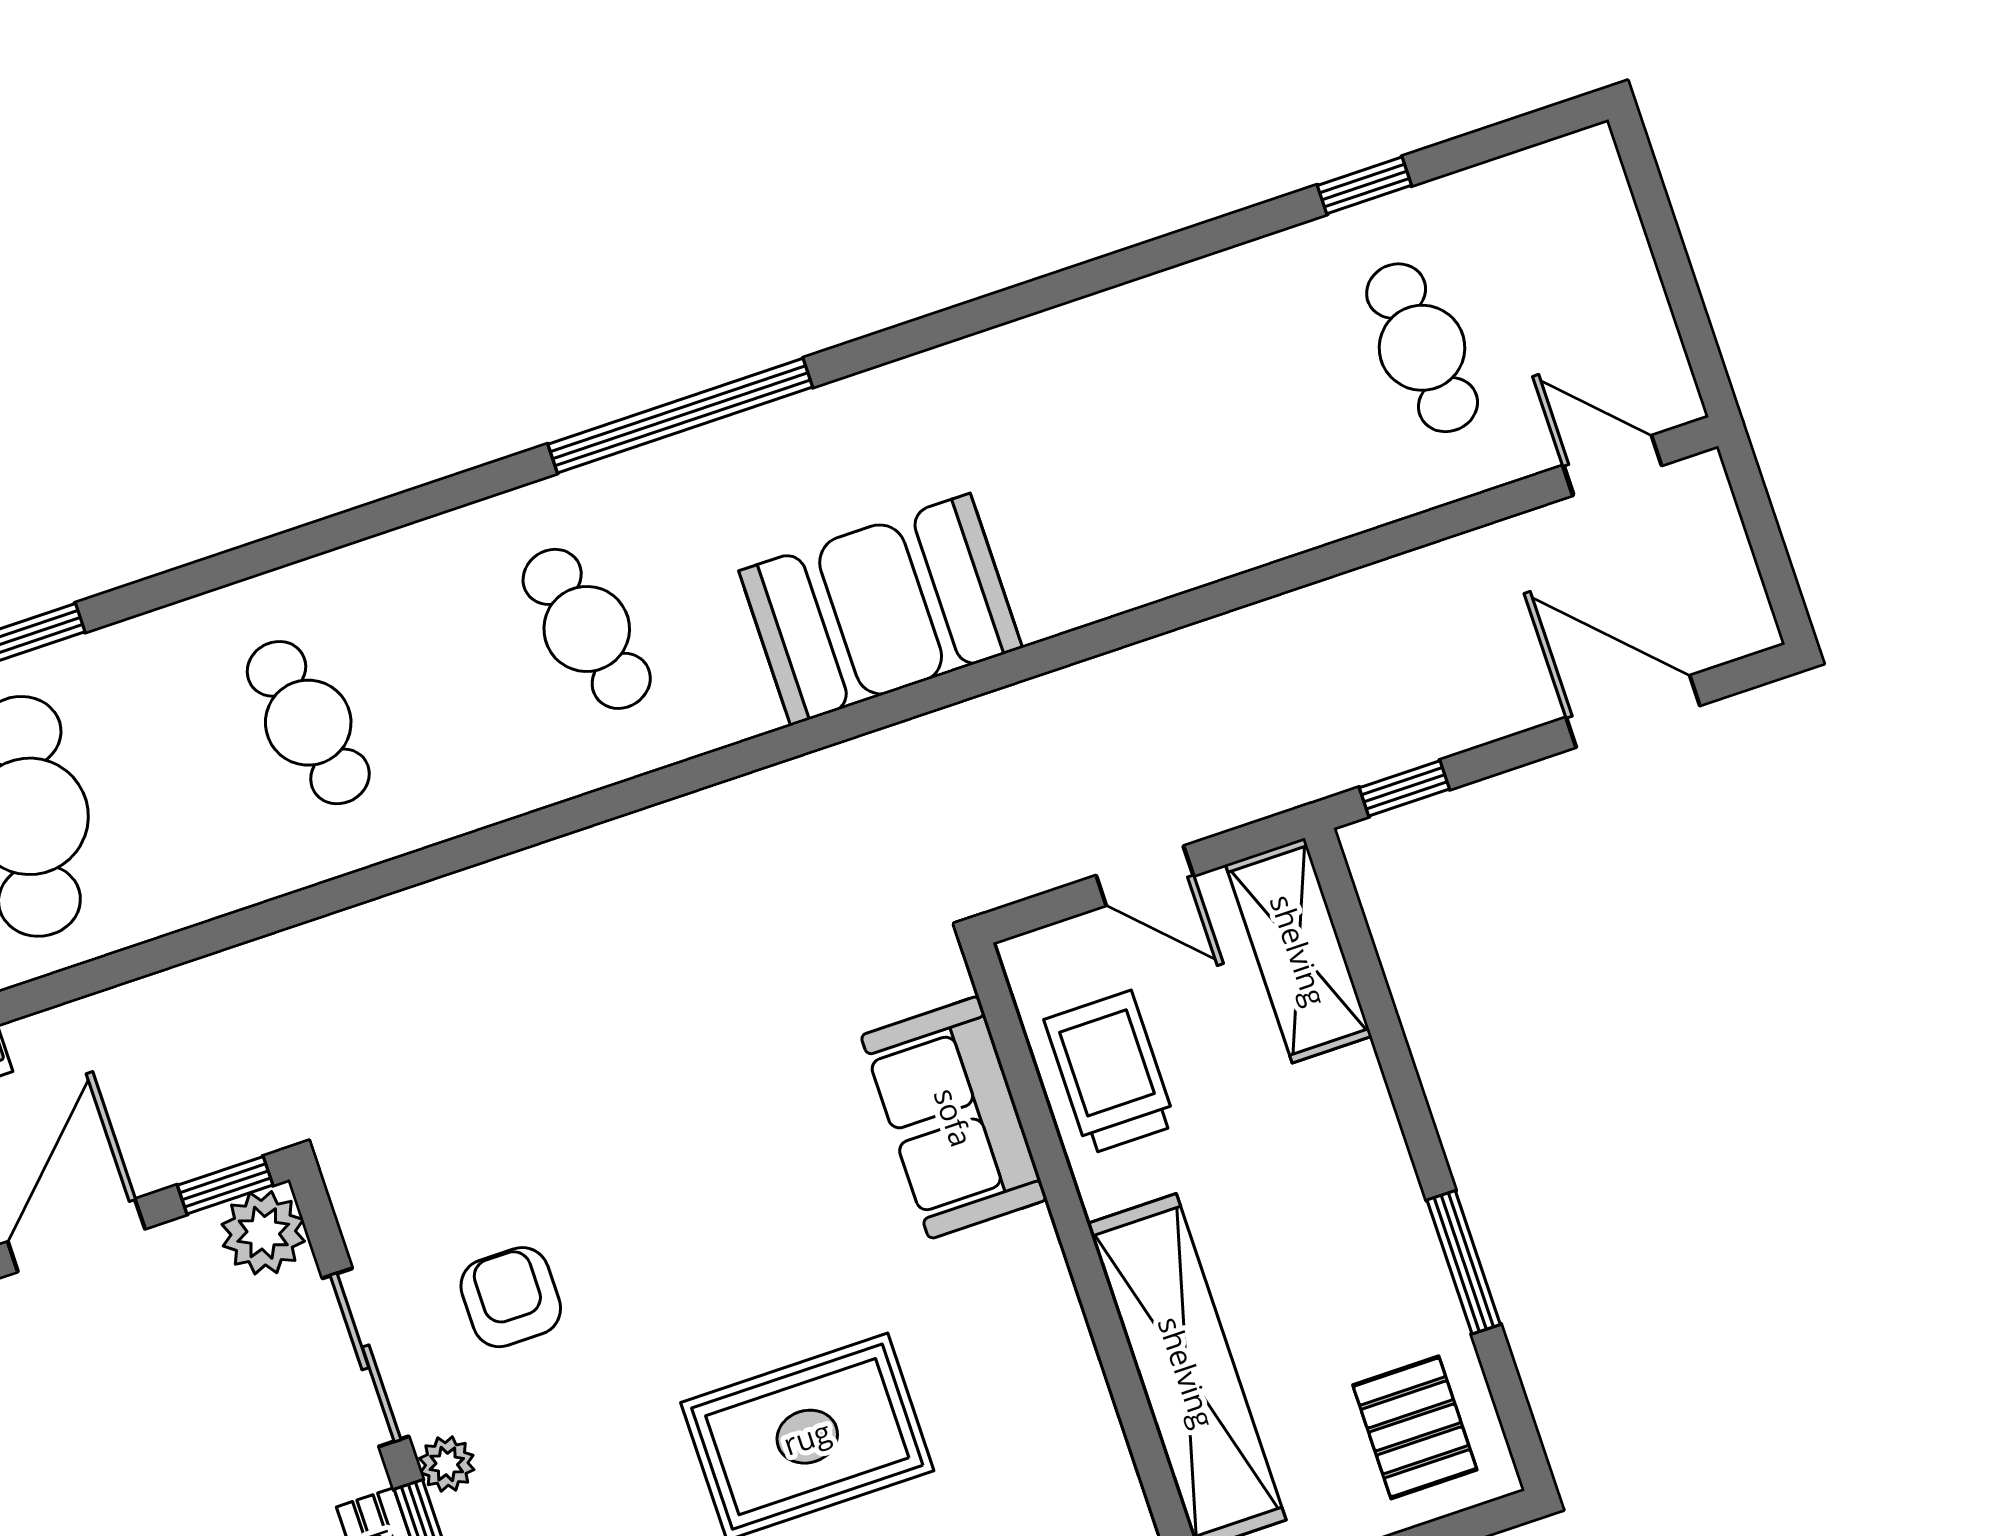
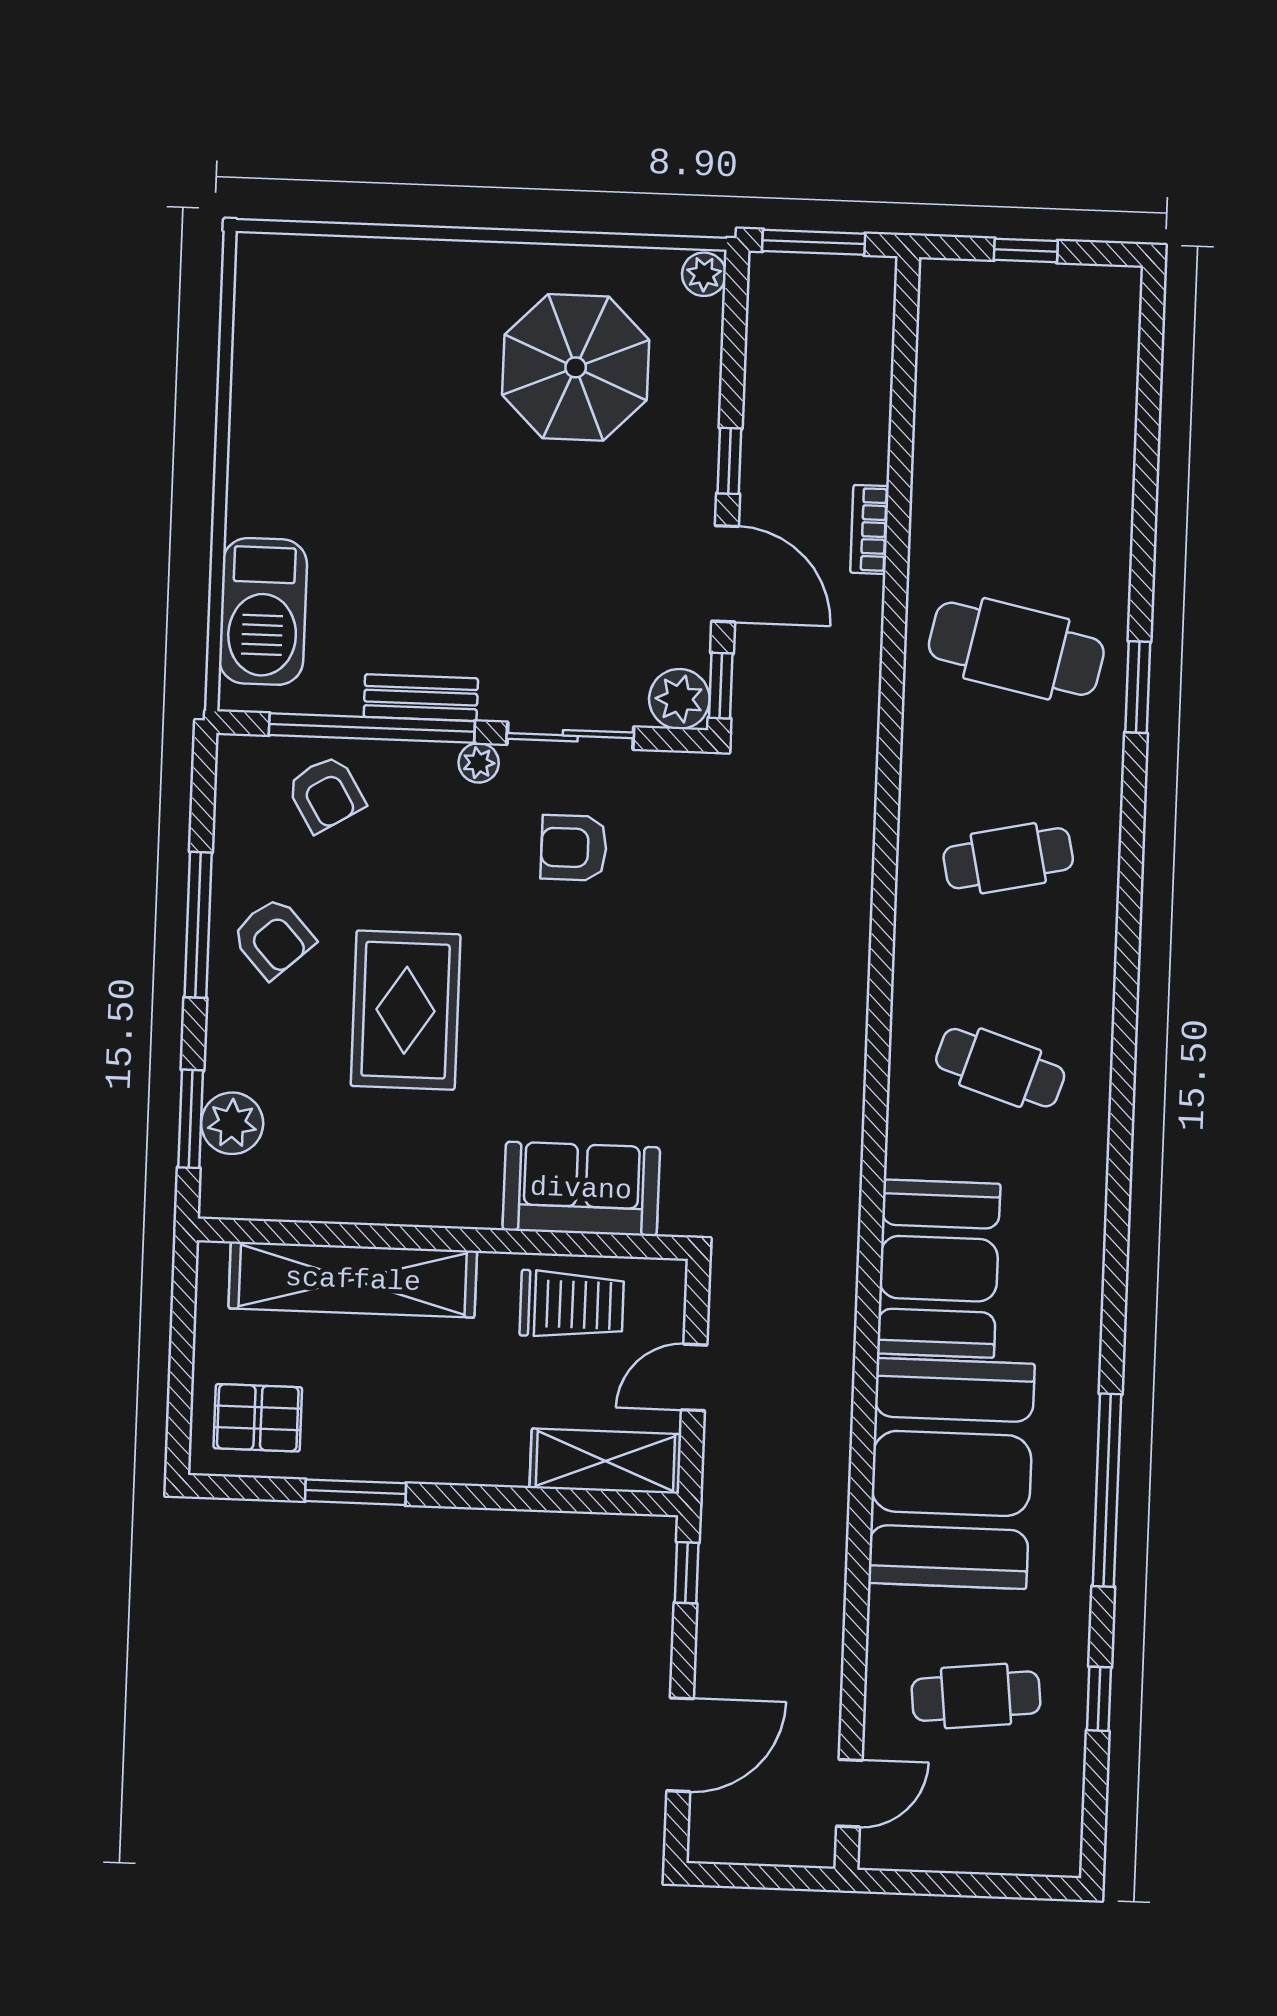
window: (680, 416) -> (1107, 1490), moved
booth: (1143, 491) -> (951, 1473), added
cafe table: (587, 629) -> (1000, 1068), turned 33
armchair: (511, 1297) -> (574, 848), turned 180

